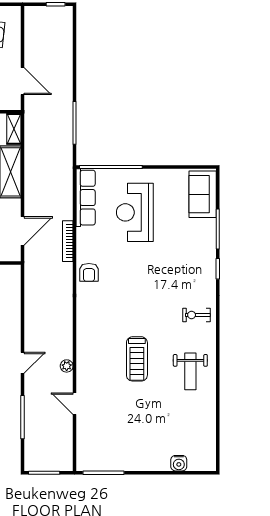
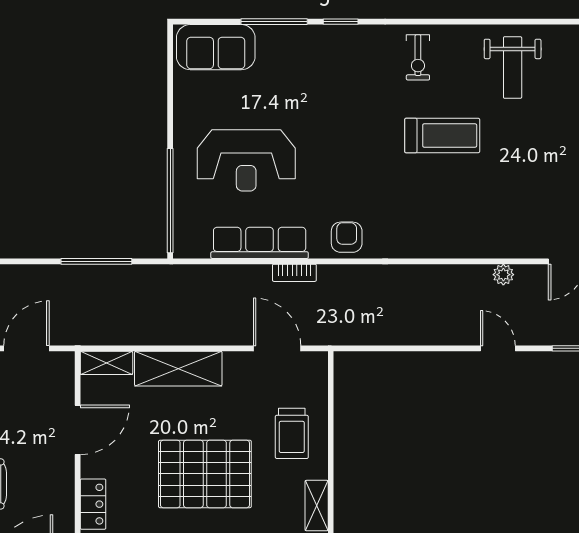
row of seats: (86, 198) -> (260, 243), moved
bookcase: (68, 241) -> (294, 273), width x0.64
armchair: (89, 272) -> (347, 237), turned -90
treadmill: (137, 359) -> (442, 136), moved
weight bench: (190, 371) -> (513, 67), turned 90

